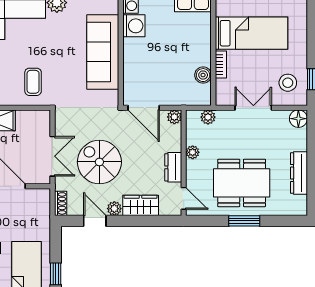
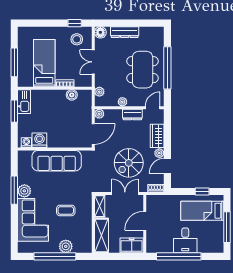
coffee table: (33, 82) -> (66, 210), moved
shelving: (33, 117) -> (100, 206), added
dresser: (299, 173) -> (125, 32), moved
window: (244, 221) -> (167, 68), width x2.11

